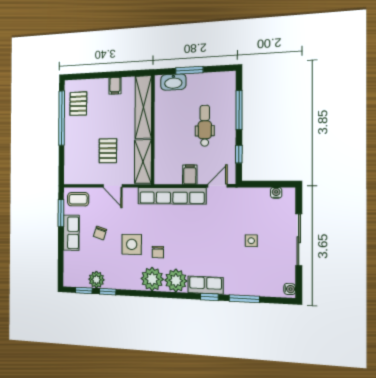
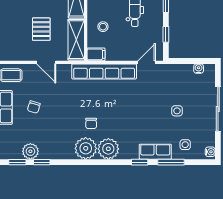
stool: (171, 147) -> (103, 27), added
filing cabinet: (190, 175) -> (96, 54), moved, turned 90
side table: (132, 244) -> (185, 145), moved, width x0.54, depth x0.54
row of seats: (205, 285) -> (155, 152), moved

